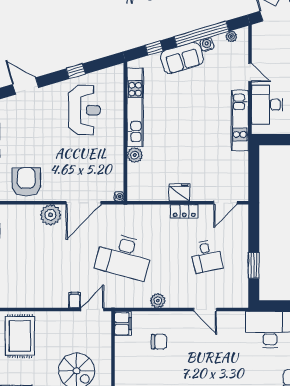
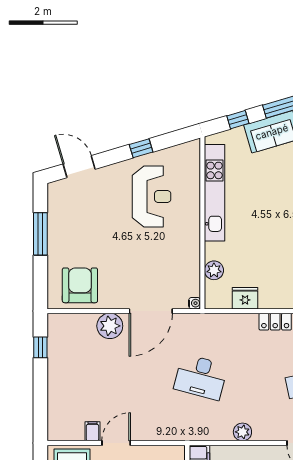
plant: (135, 155) -> (214, 270), moved
fridge: (179, 192) -> (245, 298), moved
desk: (124, 256) -> (201, 377), width x0.73, depth x0.77
filing cabinet: (75, 300) -> (93, 431), moved
door: (92, 310) -> (116, 443), moved

